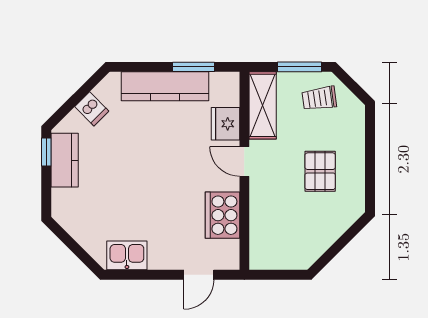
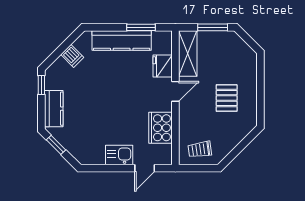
trolley: (319, 98) -> (200, 149), moved
kitchen counter: (65, 160) -> (54, 109), moved
door: (244, 161) -> (175, 91), swing flipped
window: (68, 240) -> (56, 145), added
kitchen sink: (127, 255) -> (119, 155), moved

